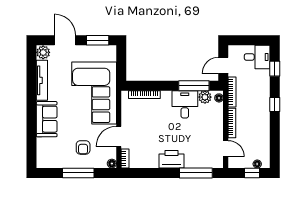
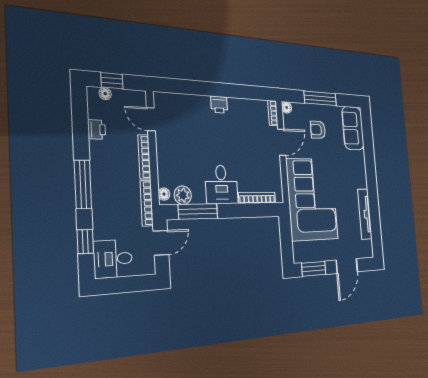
door: (65, 40) -> (347, 266), hinge flipped
plant: (43, 52) -> (367, 249), removed
desk: (185, 104) -> (221, 185), moved
window: (275, 104) -> (83, 184), width x2.17
sofa: (47, 119) -> (353, 128), moved
printer: (264, 140) -> (97, 130), added
armchair: (83, 147) -> (318, 130), turned -90
printer: (172, 159) -> (219, 105), width x0.53, depth x0.68
window: (196, 173) -> (188, 87), removed

